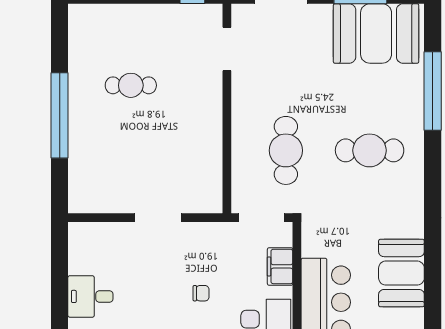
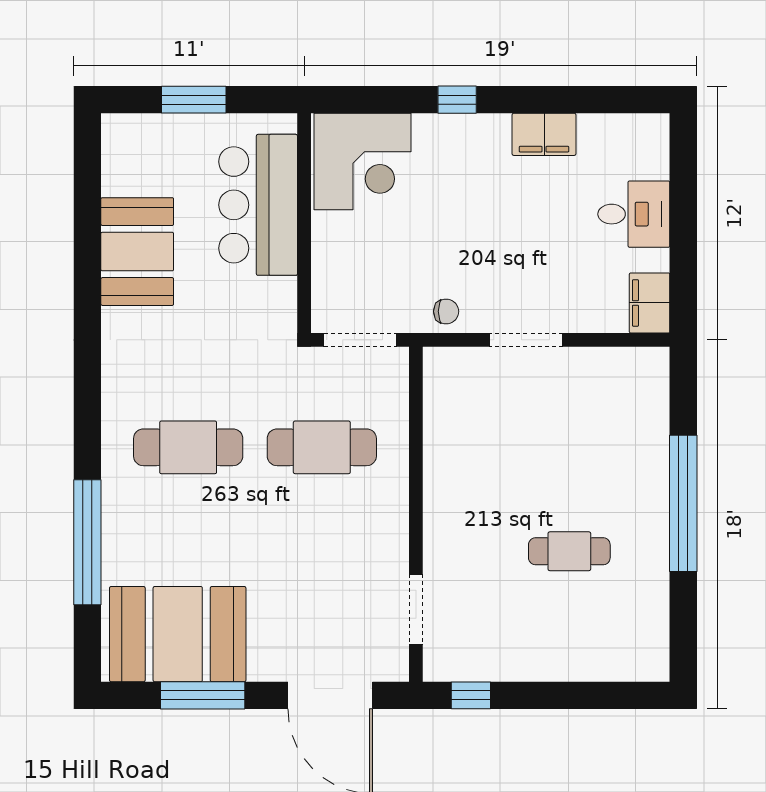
cafe table: (286, 150) -> (322, 447), turned 90
filing cabinet: (280, 266) -> (650, 303), moved, turned 180
chair: (201, 293) -> (446, 311), moved, turned 180

